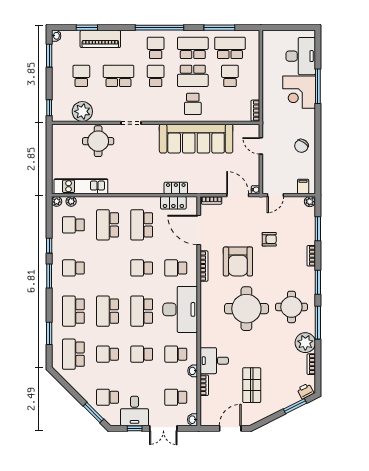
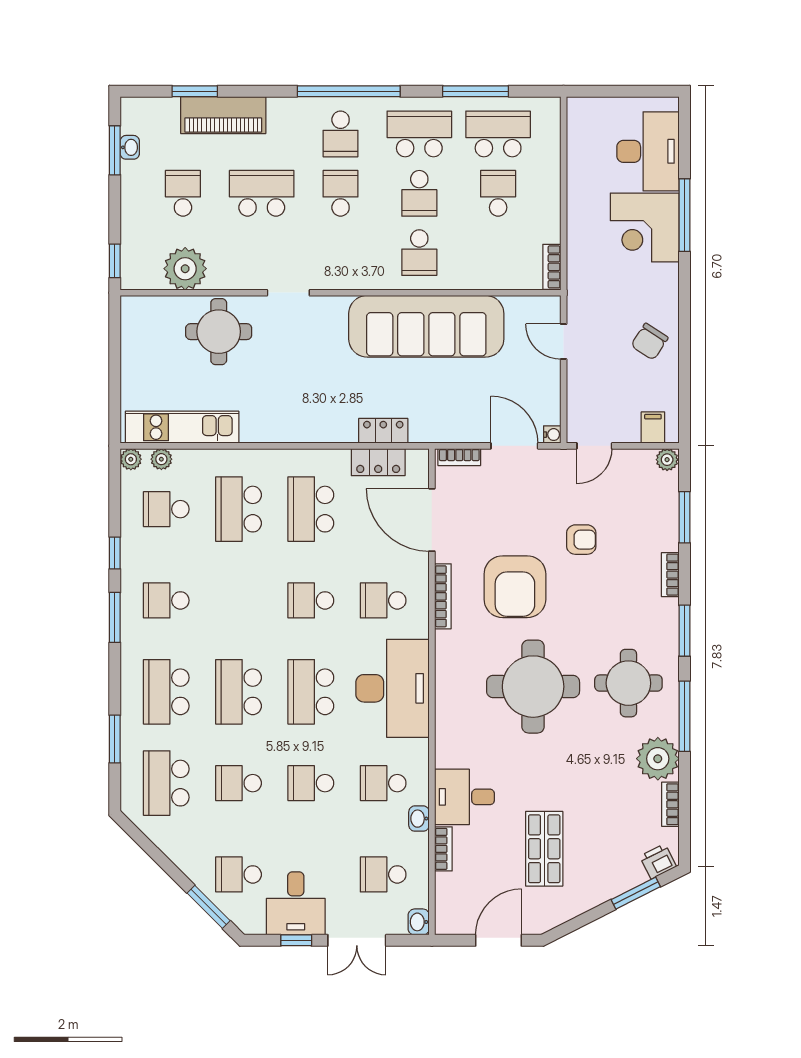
washbasin: (56, 36) -> (130, 147), moved
school desk: (156, 48) -> (341, 134), turned 180
school desk: (193, 76) -> (419, 193), width x0.54

